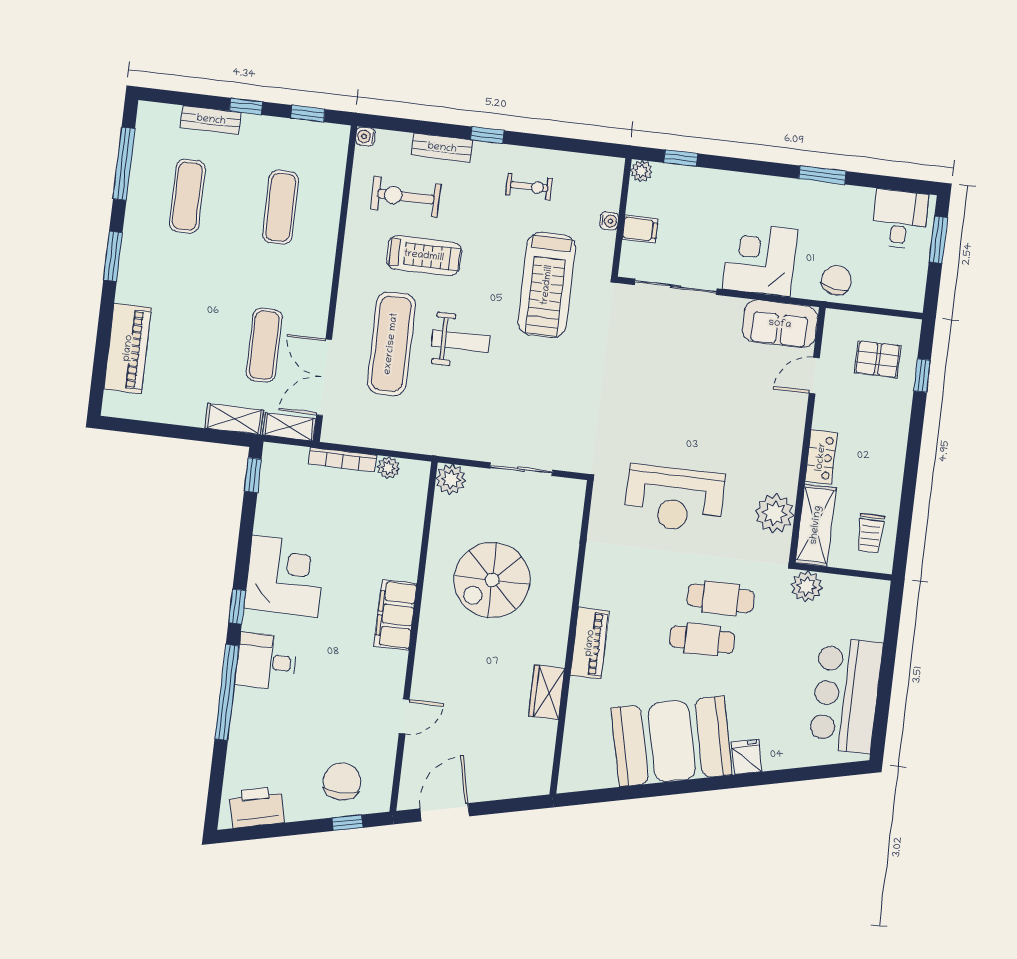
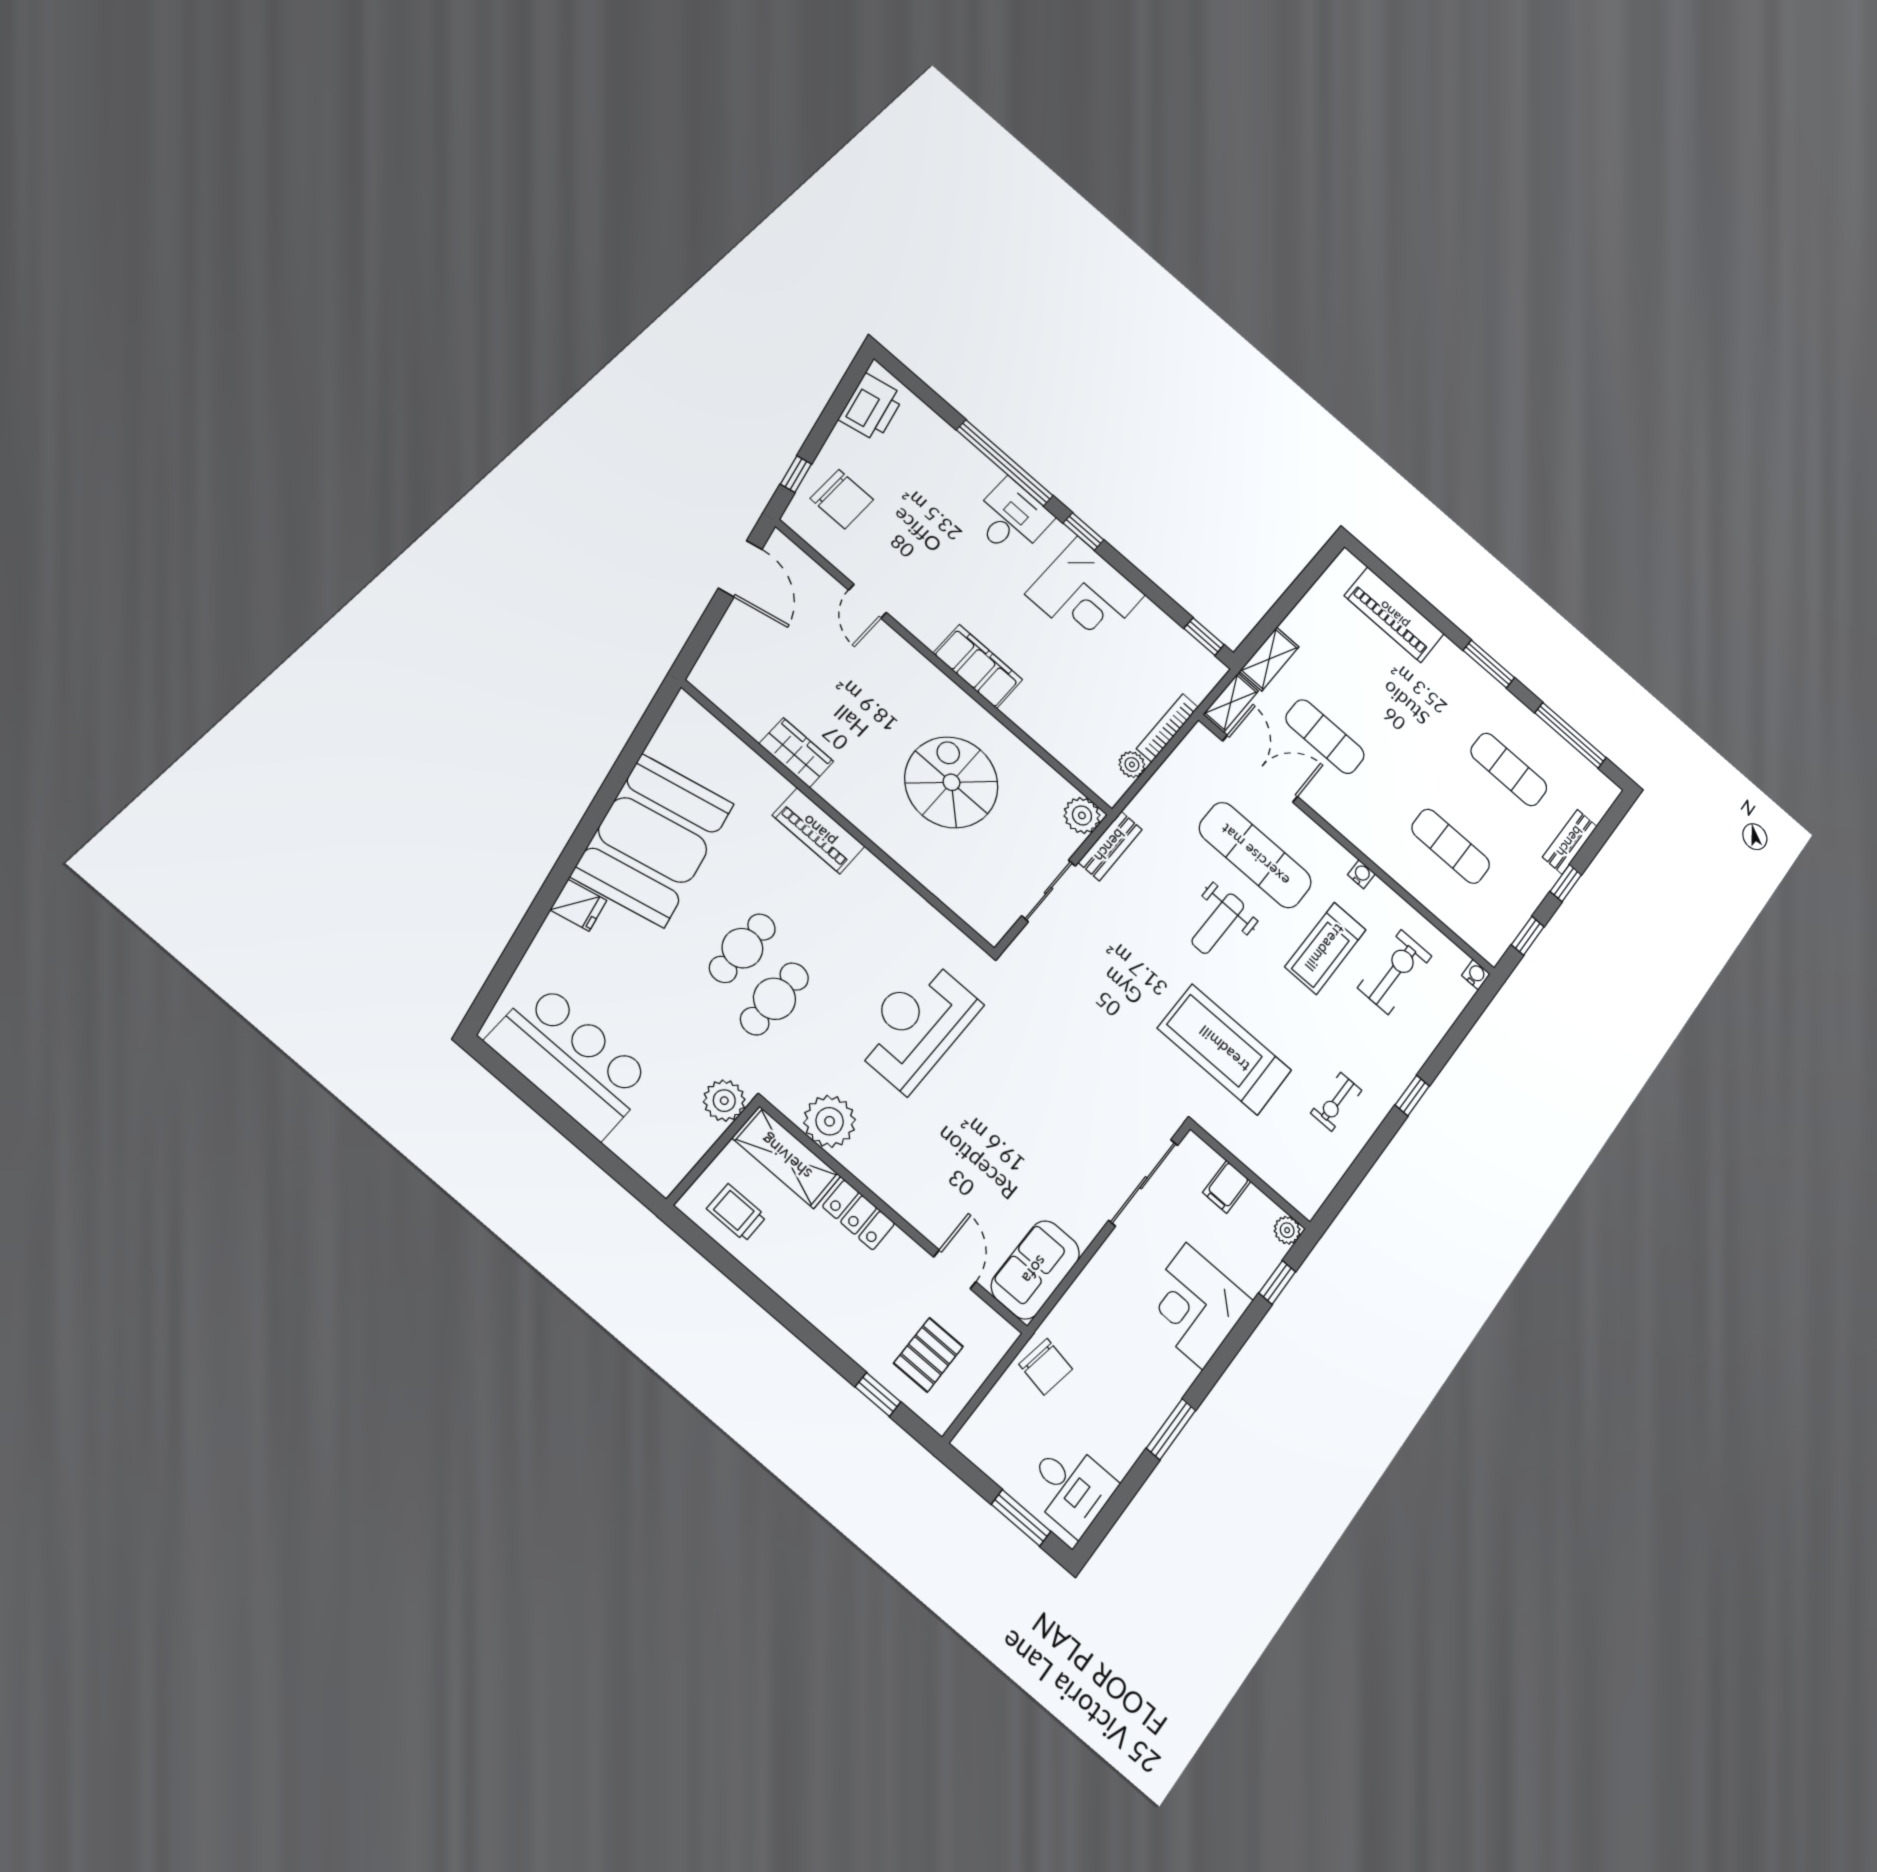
bench: (442, 148) -> (1110, 846), moved
water cooler: (609, 221) -> (1361, 874), moved, turned 180
corner desk: (760, 259) -> (1194, 1306), moved, turned 180

